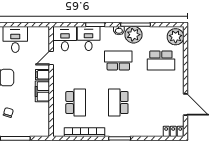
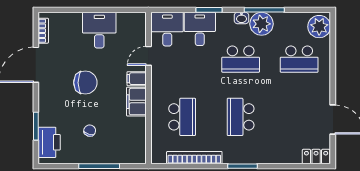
school desk: (118, 60) -> (241, 59), turned 180

